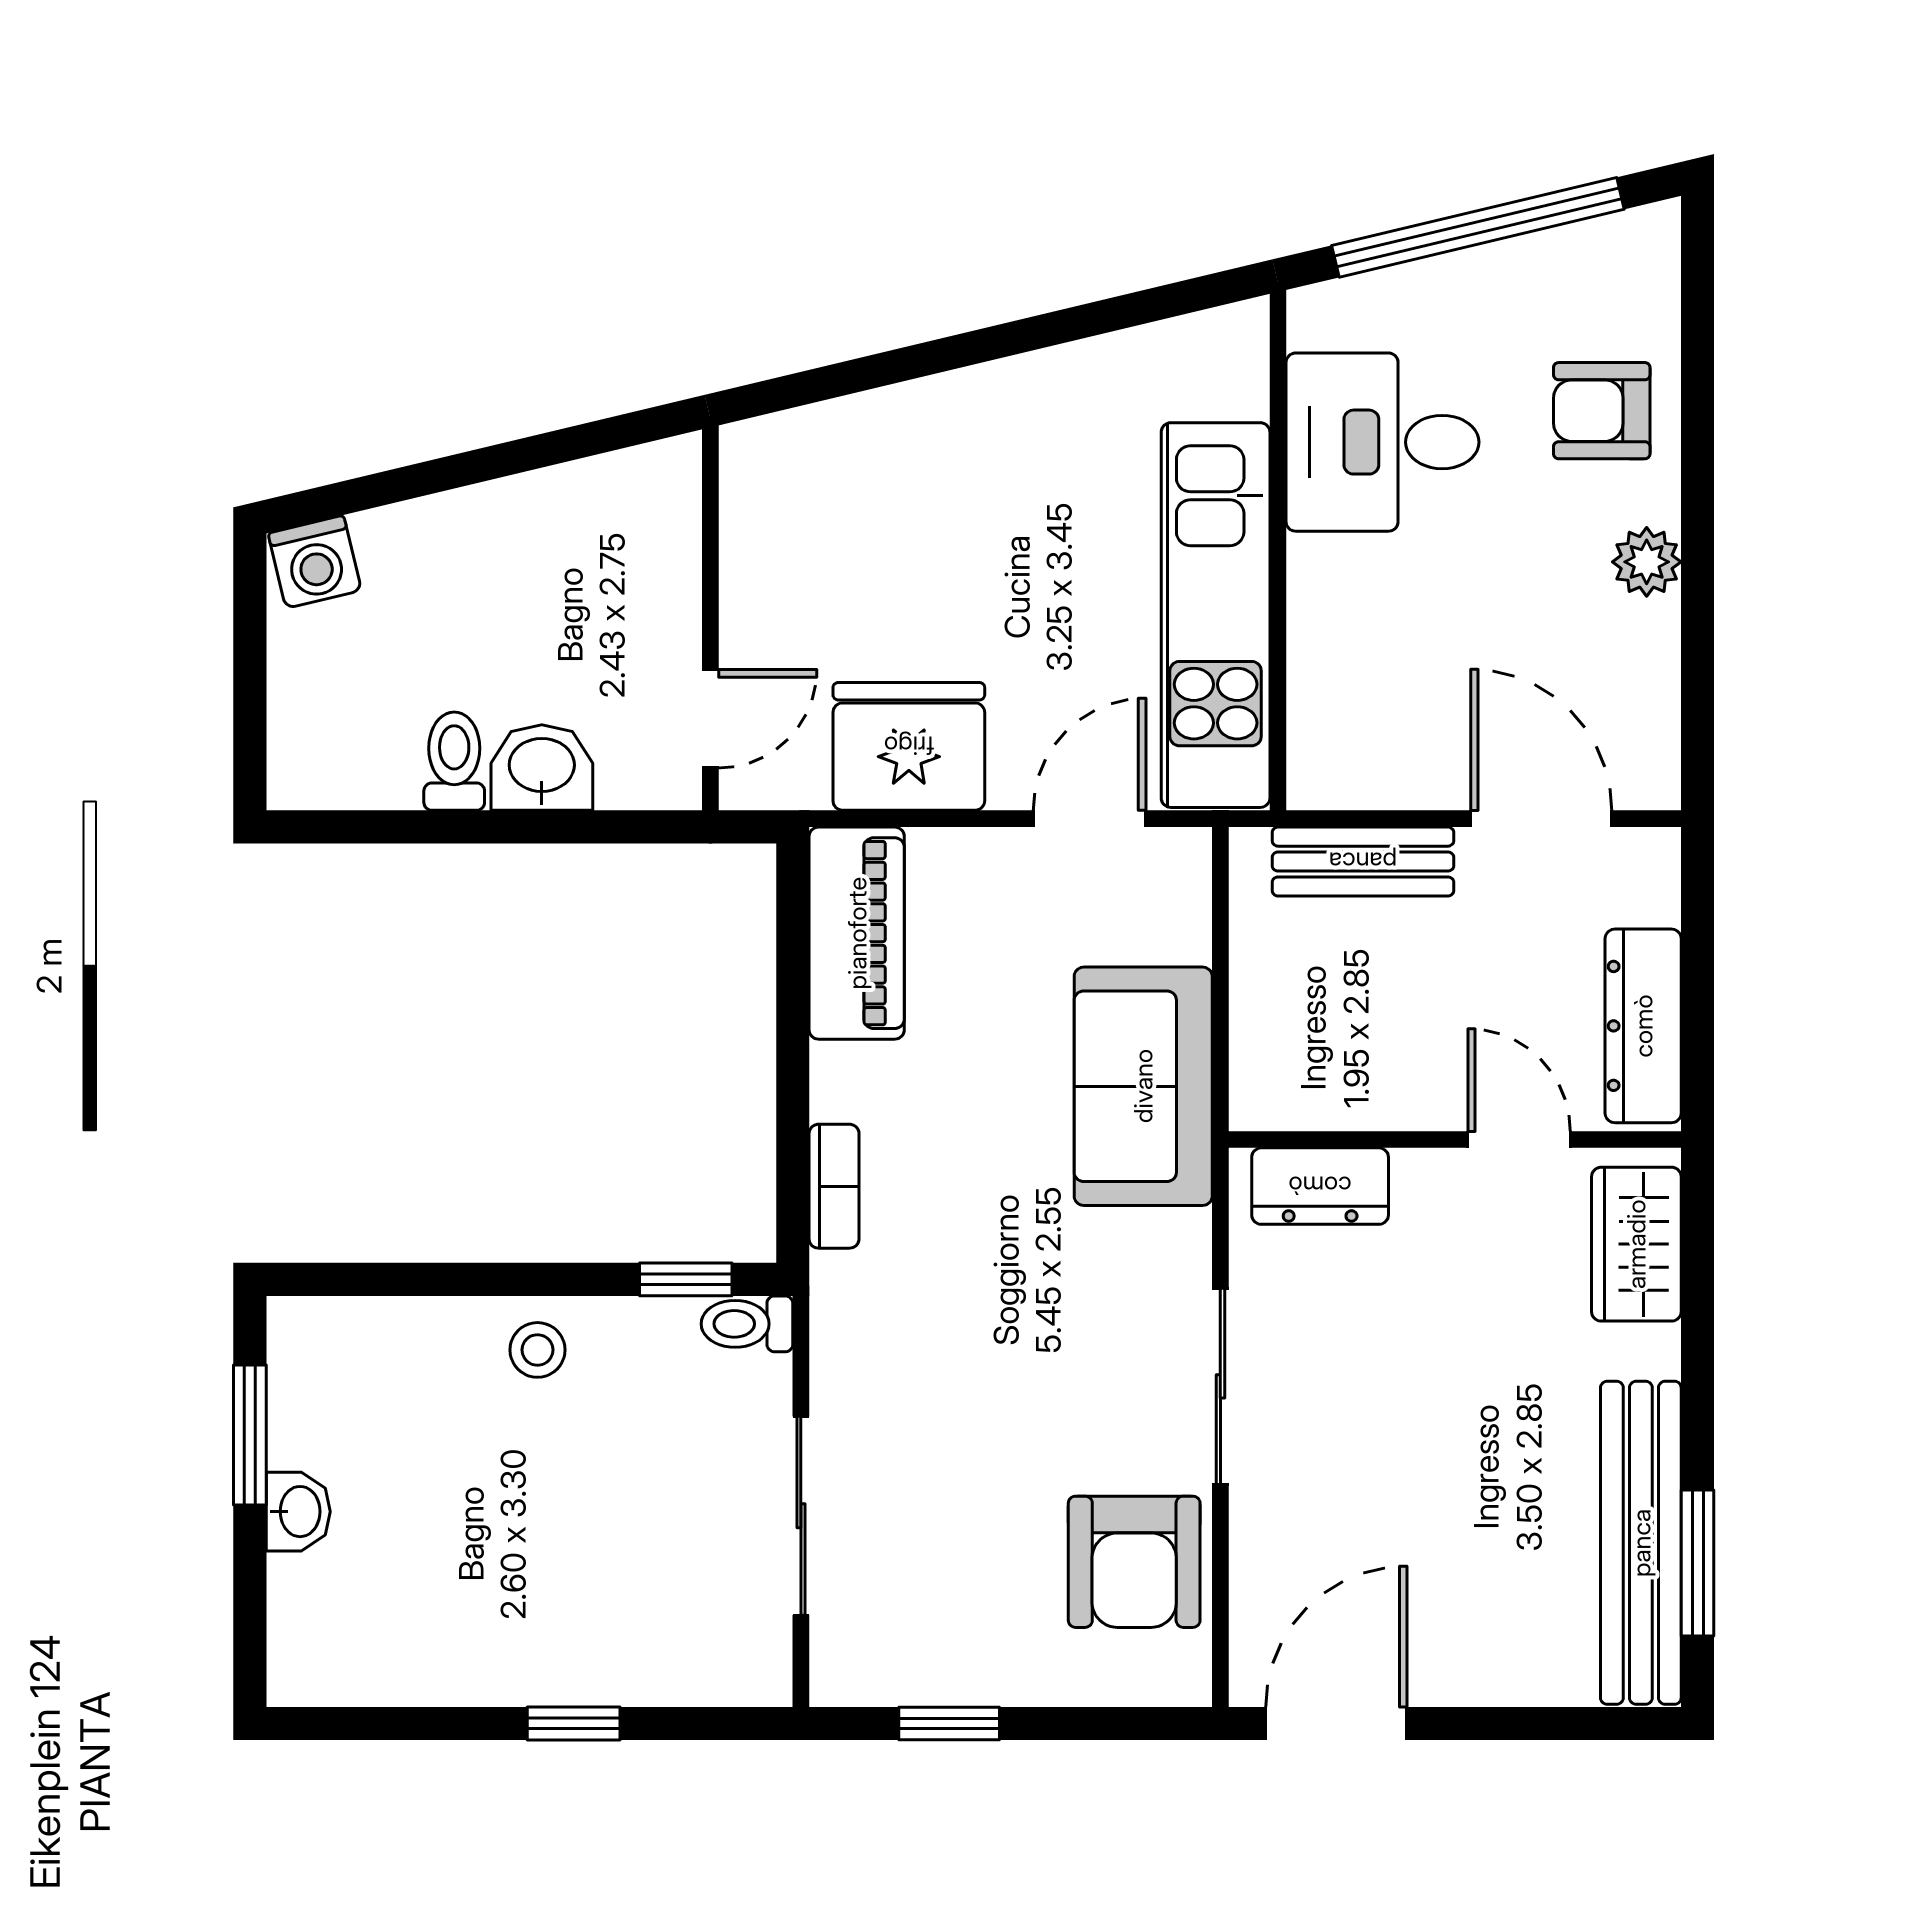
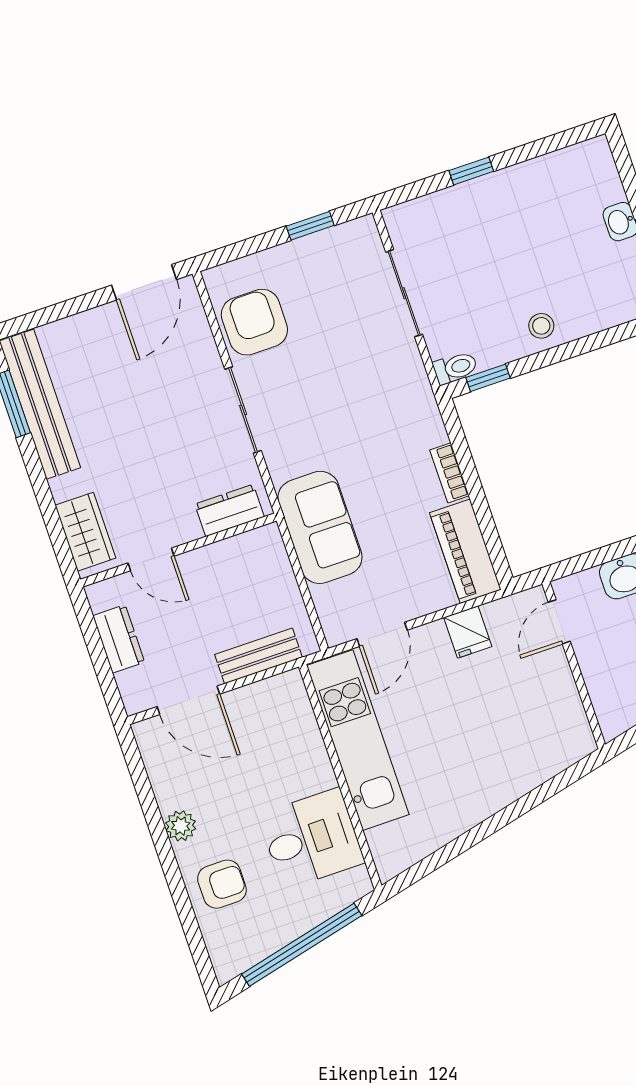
fridge: (909, 746) -> (468, 632), width x0.53, depth x0.75
dresser: (1643, 1026) -> (119, 639), width x0.70
bookcase: (834, 1186) -> (449, 473), moved

